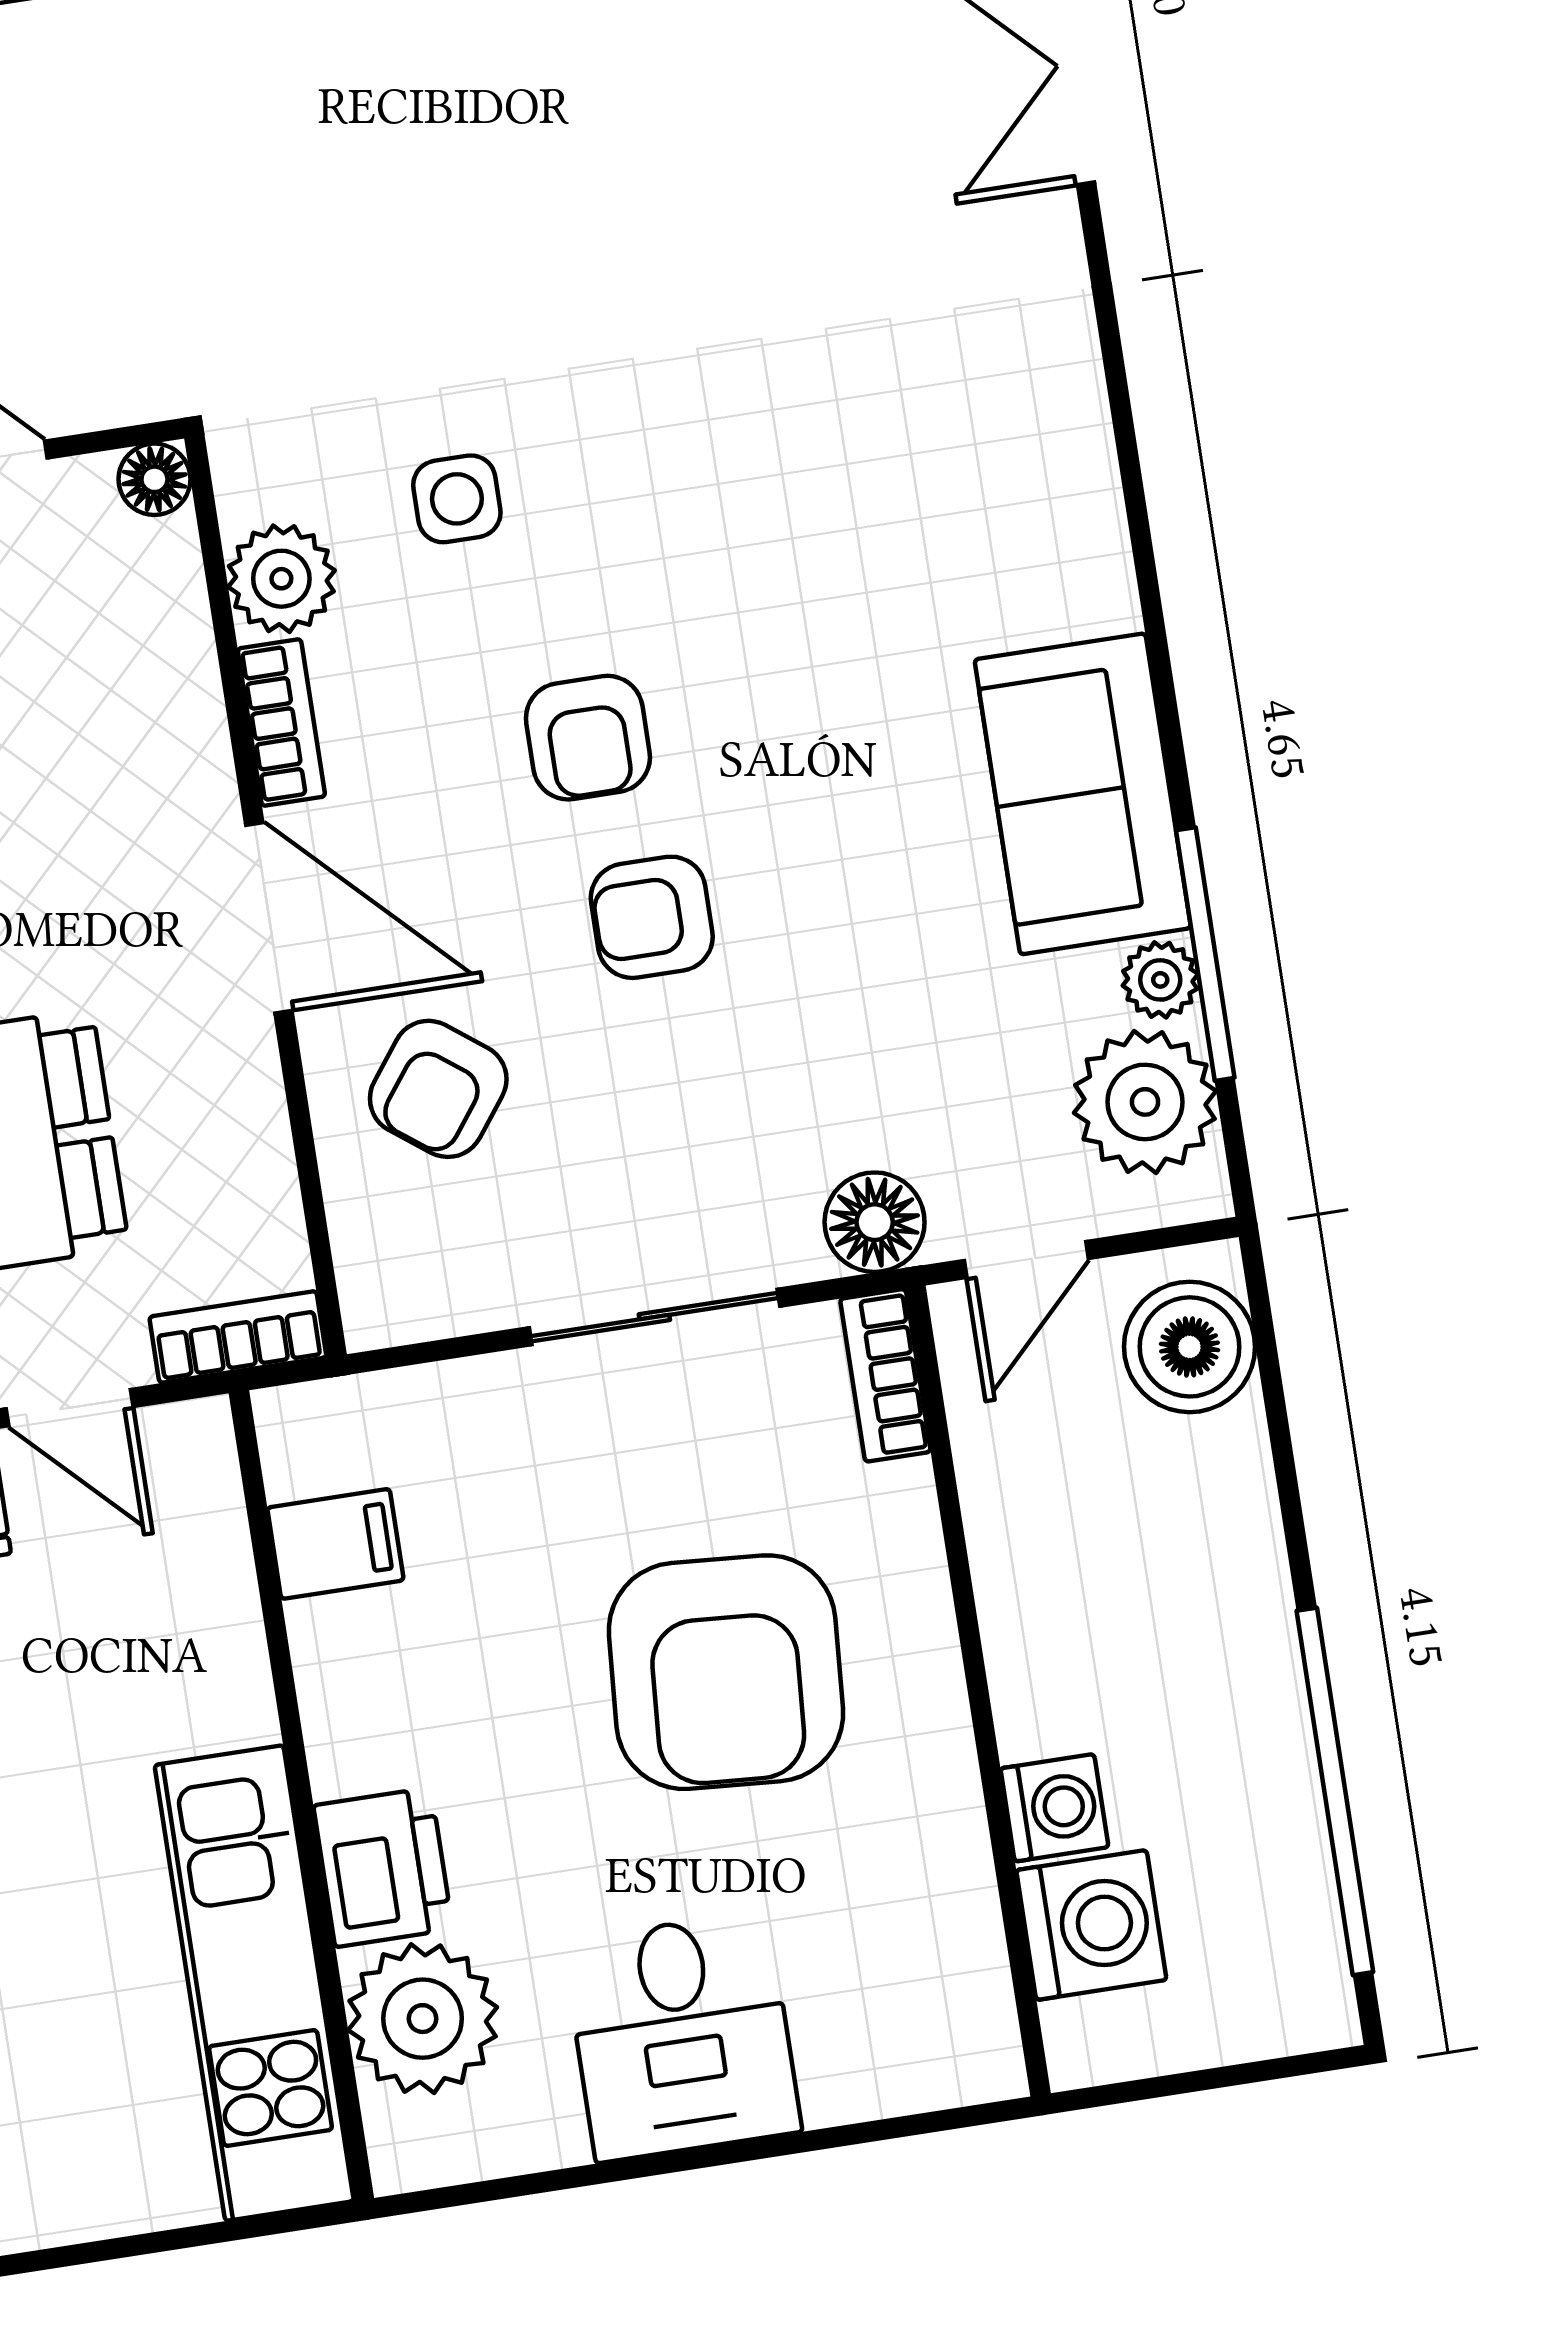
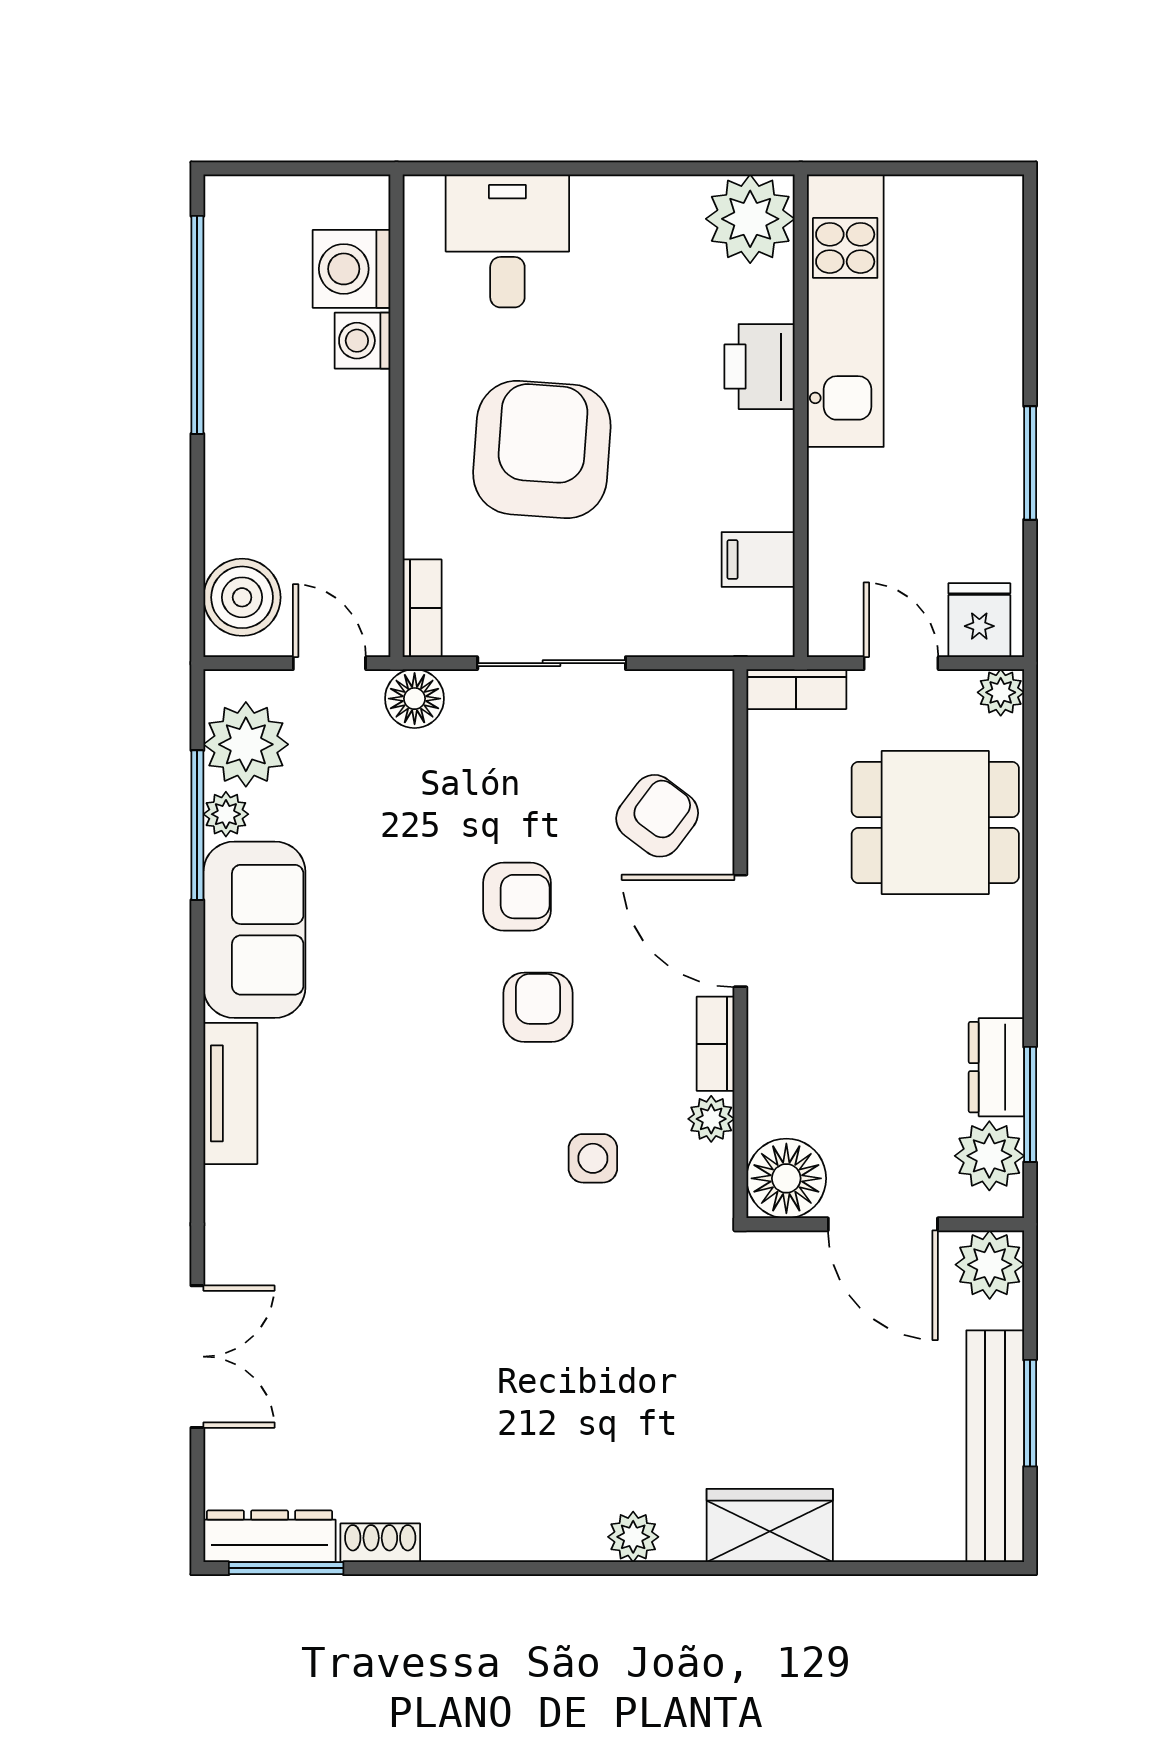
floor lamp: (154, 479) -> (786, 1178), width x1.89, depth x1.89
tv unit: (1080, 514) -> (230, 1093), added
plant: (281, 579) -> (711, 1119), width x0.73, depth x0.73
door: (1026, 1260) -> (329, 663), hinge flipped
plant: (423, 2019) -> (750, 219), moved
desk: (682, 2036) -> (507, 241), moved

